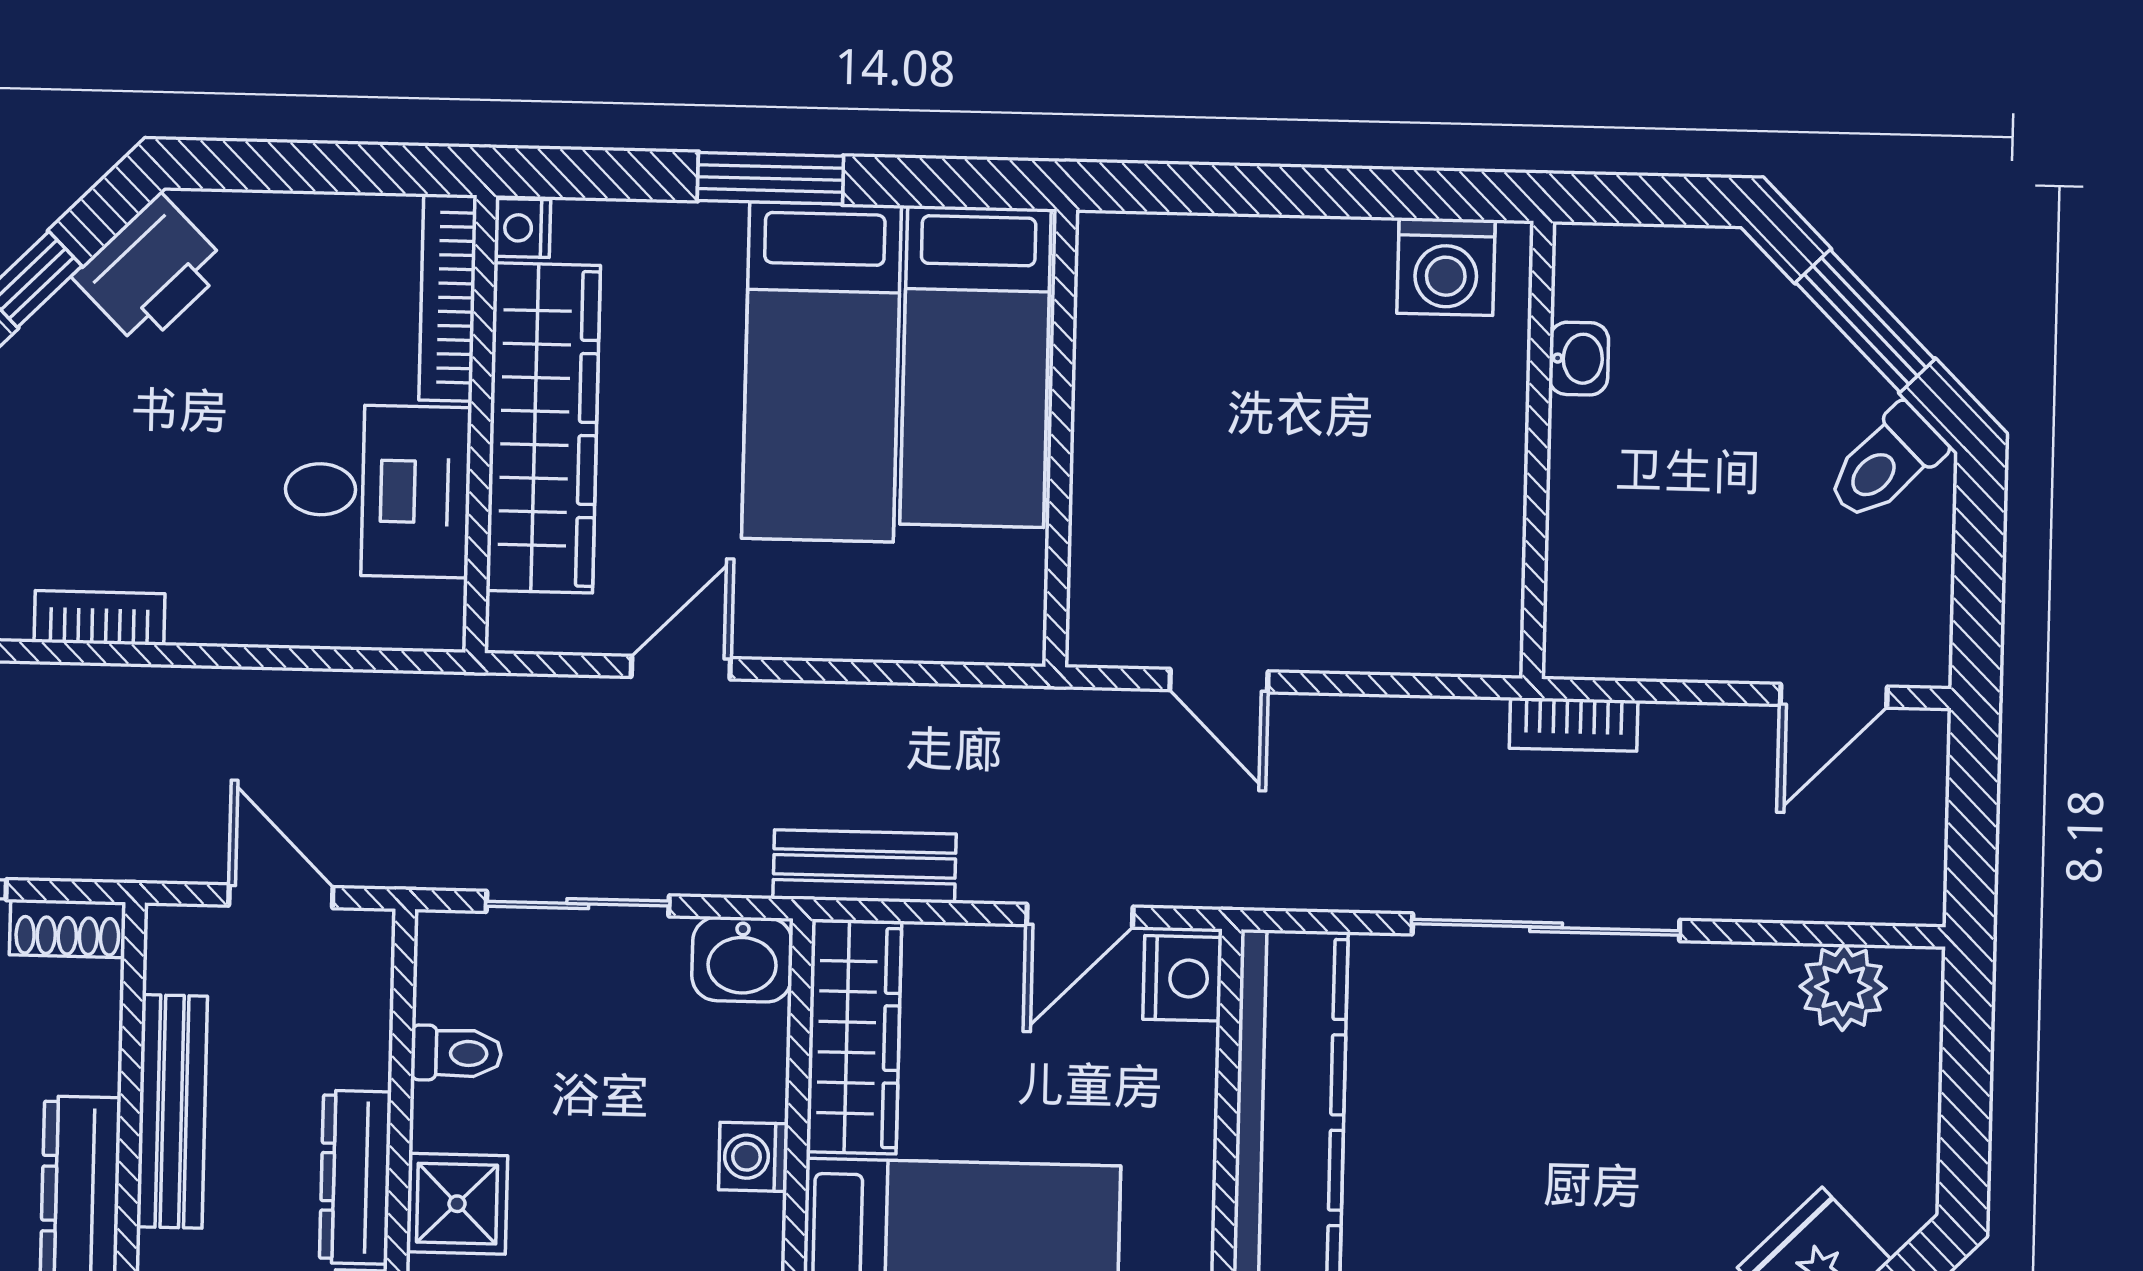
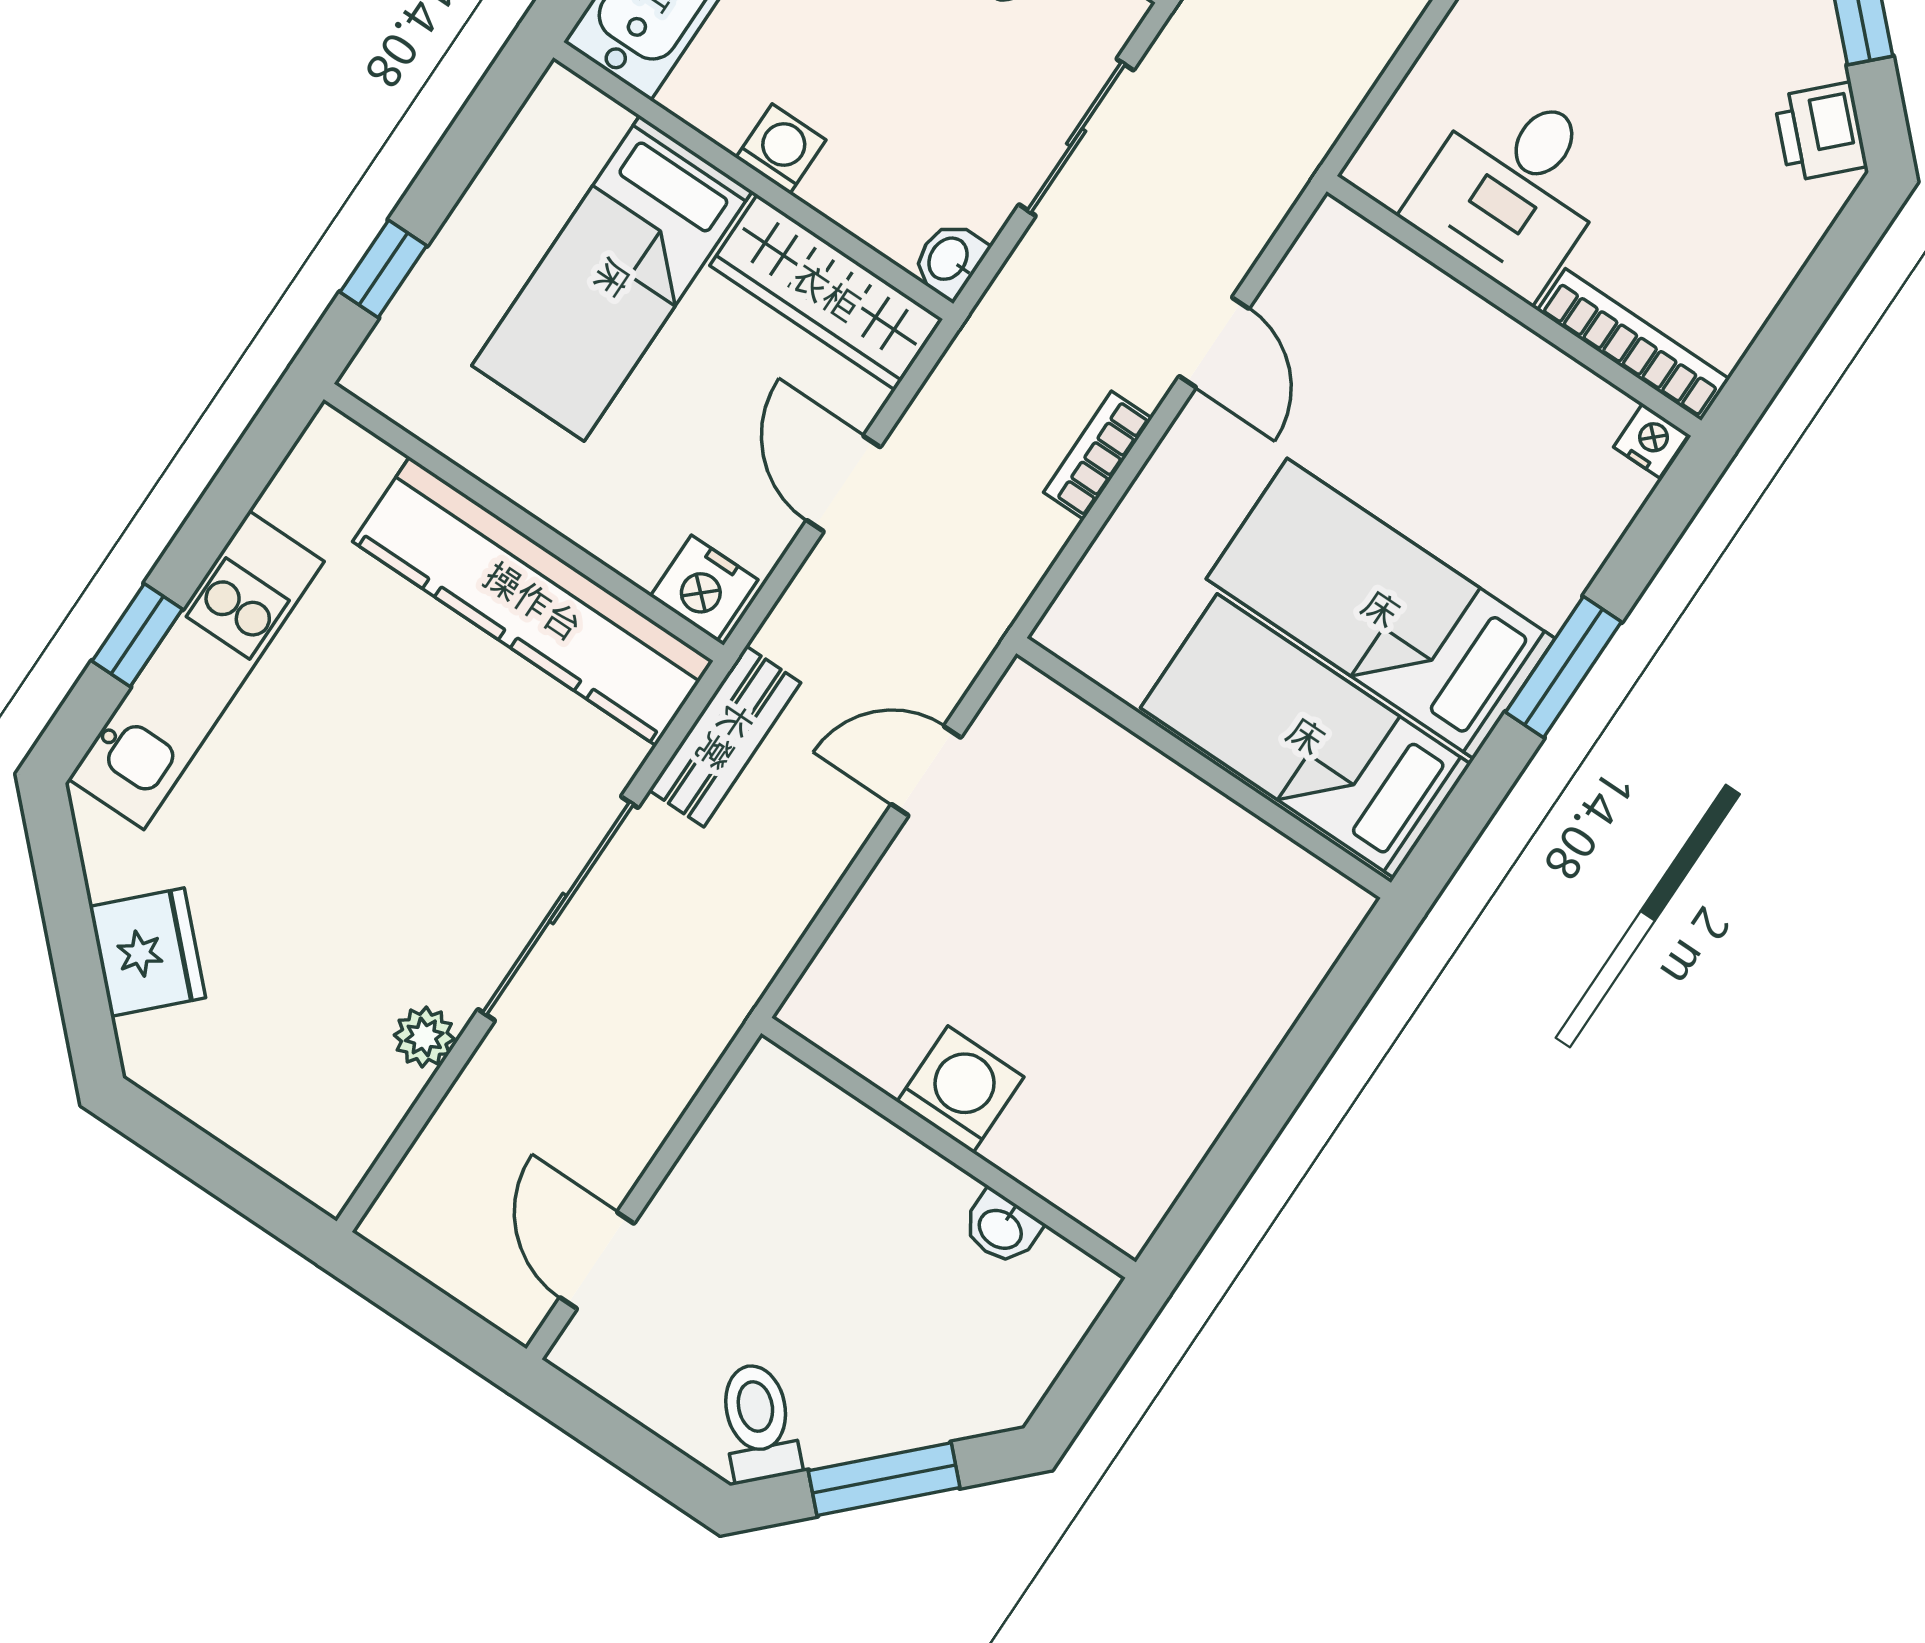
washing machine: (1446, 267) -> (960, 1089), moved, turned 90
printer: (151, 271) -> (1820, 132), width x0.73, depth x0.81
wardrobe: (543, 428) -> (1479, 355), removed
bookcase: (1574, 724) -> (1098, 455), moved
bench: (864, 866) -> (725, 736), moved
door: (1080, 916) -> (843, 484), moved
washbasin: (742, 959) -> (949, 260), width x0.72, depth x0.69
plant: (1843, 987) -> (424, 1037), moved, width x0.73, depth x0.73

